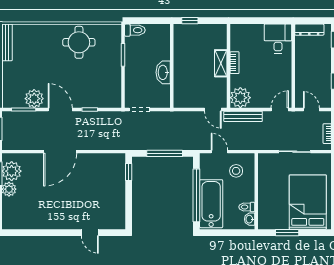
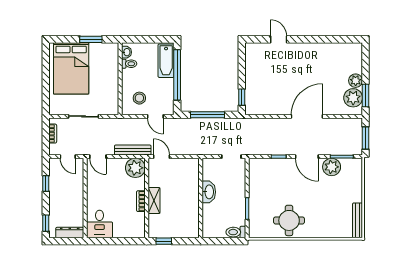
window: (190, 21) -> (164, 241), moved
door: (280, 109) -> (98, 157), hinge flipped
bathtub: (211, 204) -> (166, 61), width x0.73, depth x0.73

